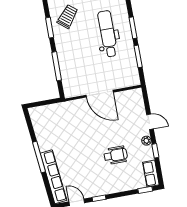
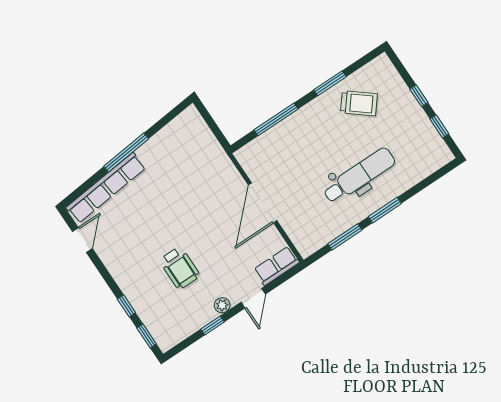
row of seats: (151, 173) -> (277, 266), moved
window: (99, 198) -> (126, 306), moved

